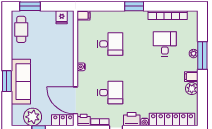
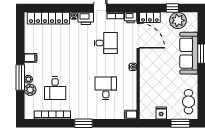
fridge: (62, 17) -> (161, 113), moved
desk: (110, 44) -> (106, 88), turned 90
plant: (192, 89) -> (30, 90), moved
desk: (110, 93) -> (106, 43), turned 180

